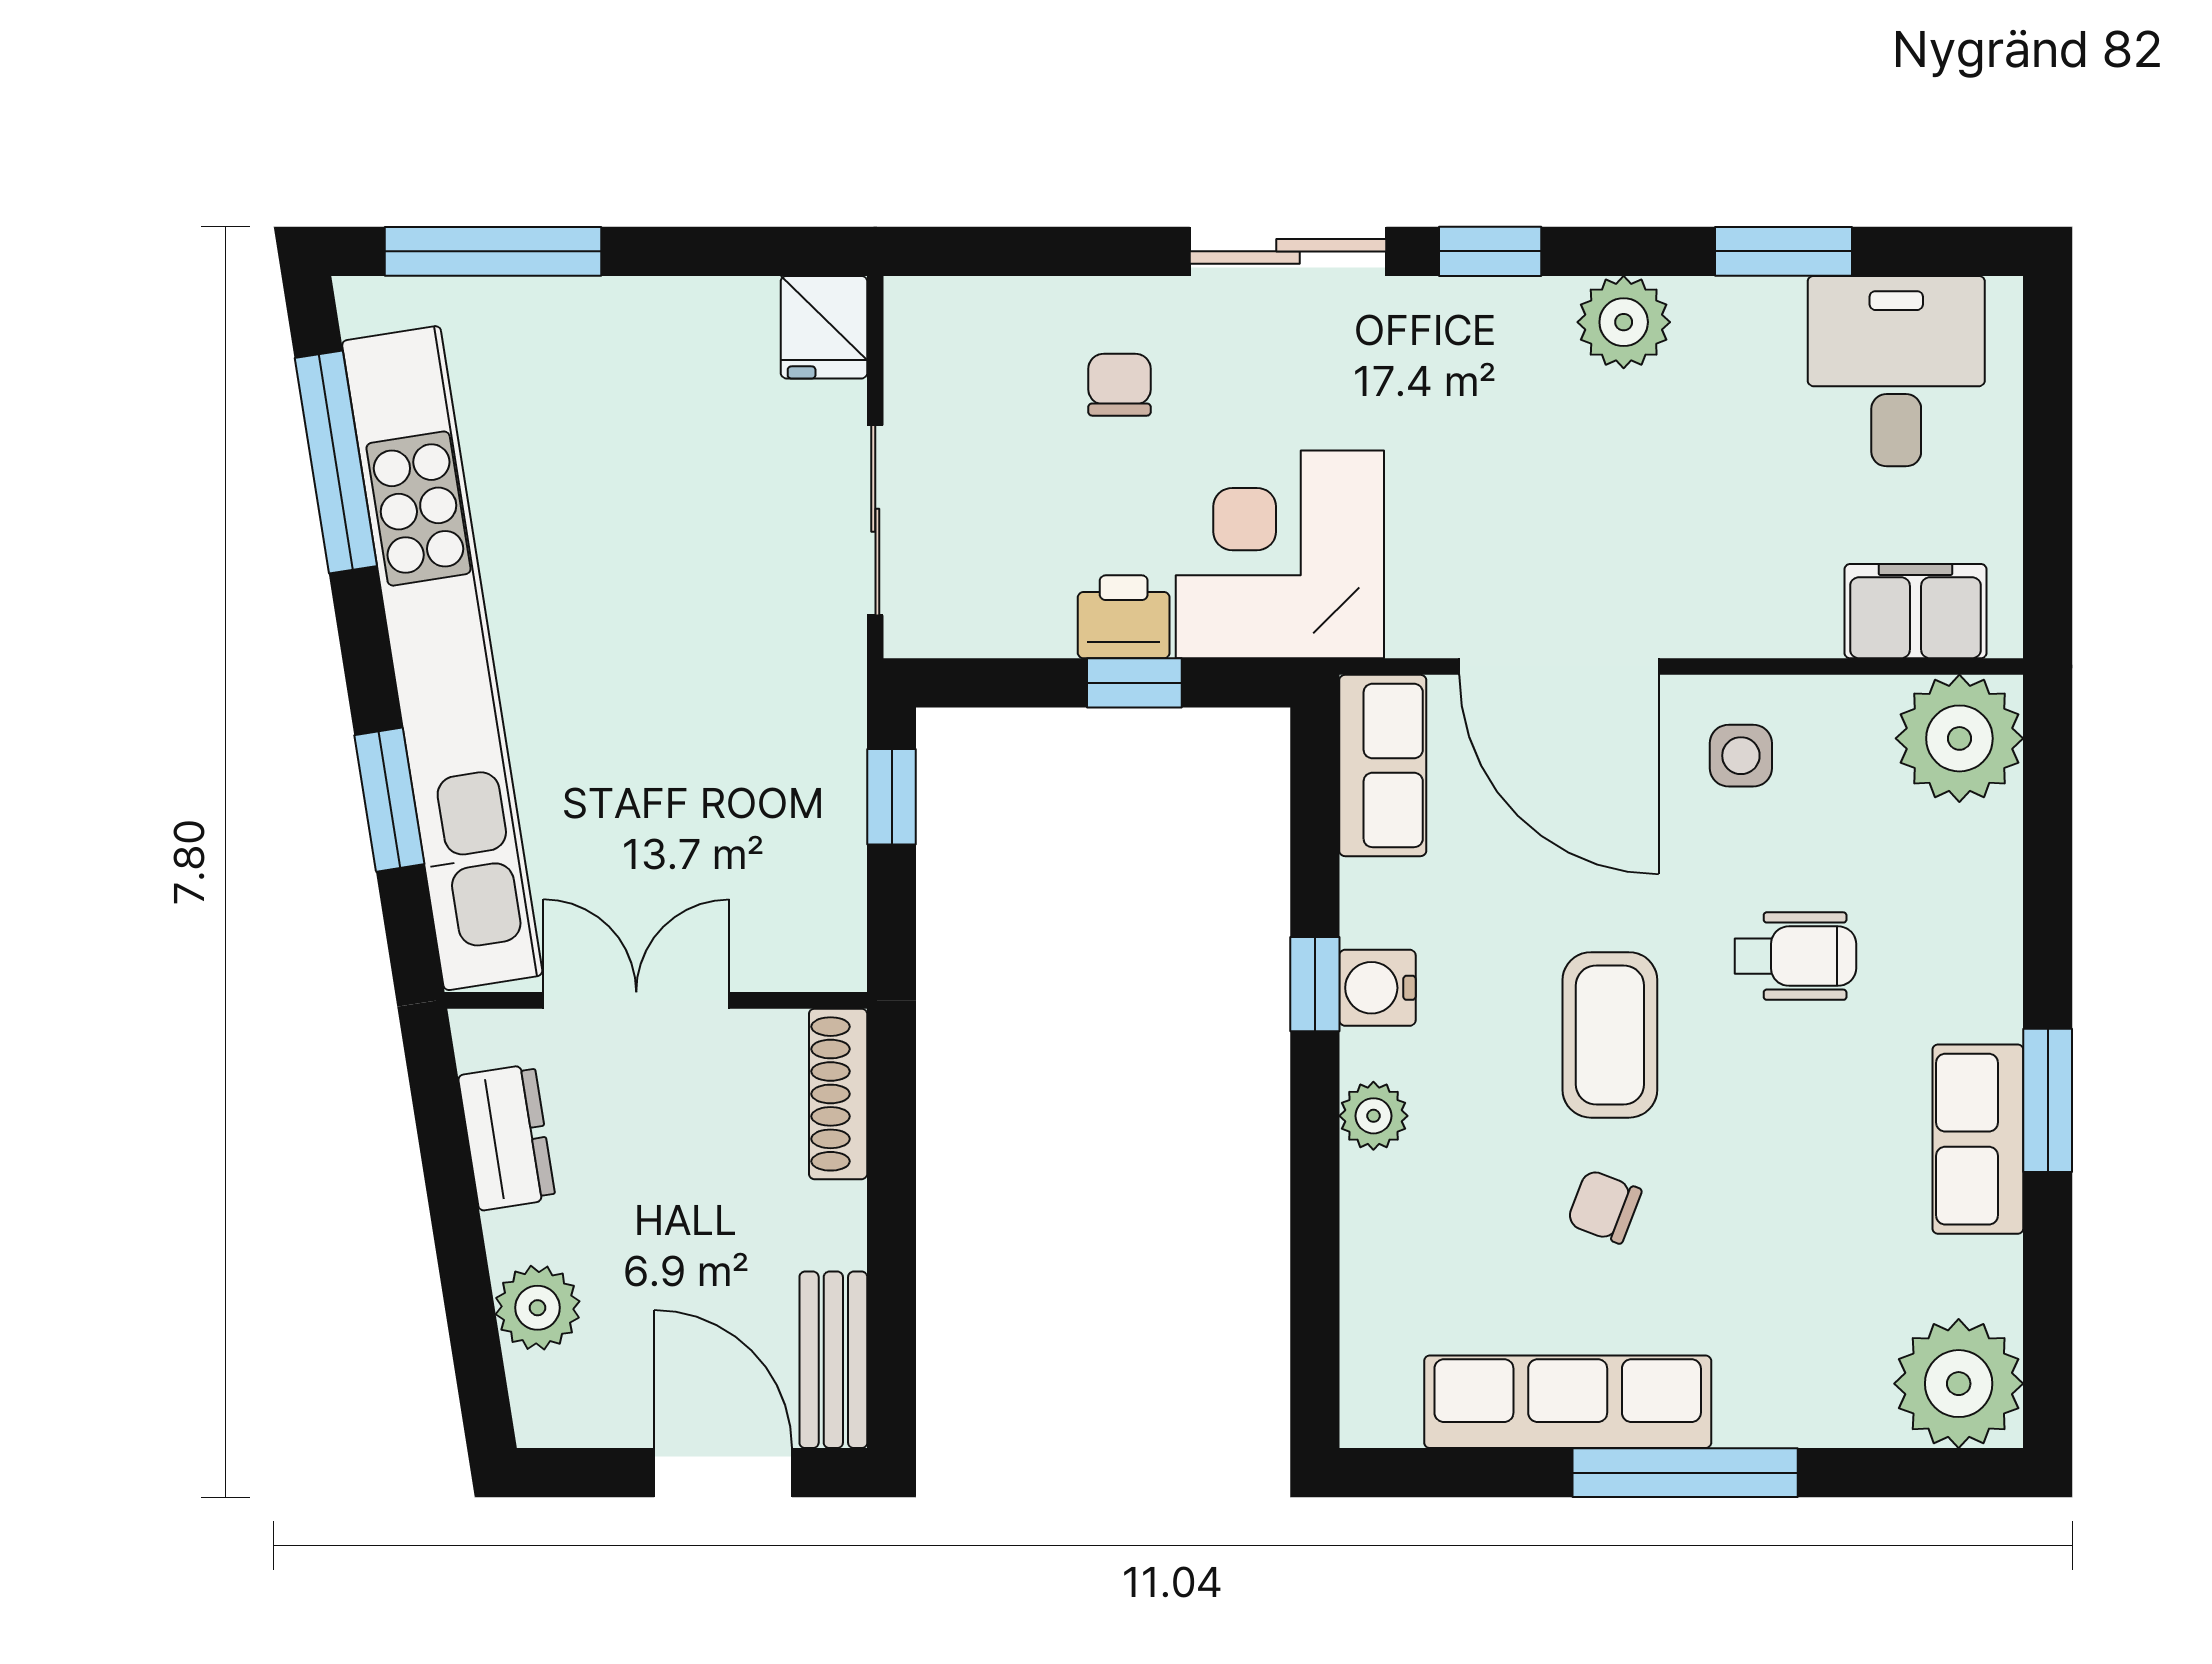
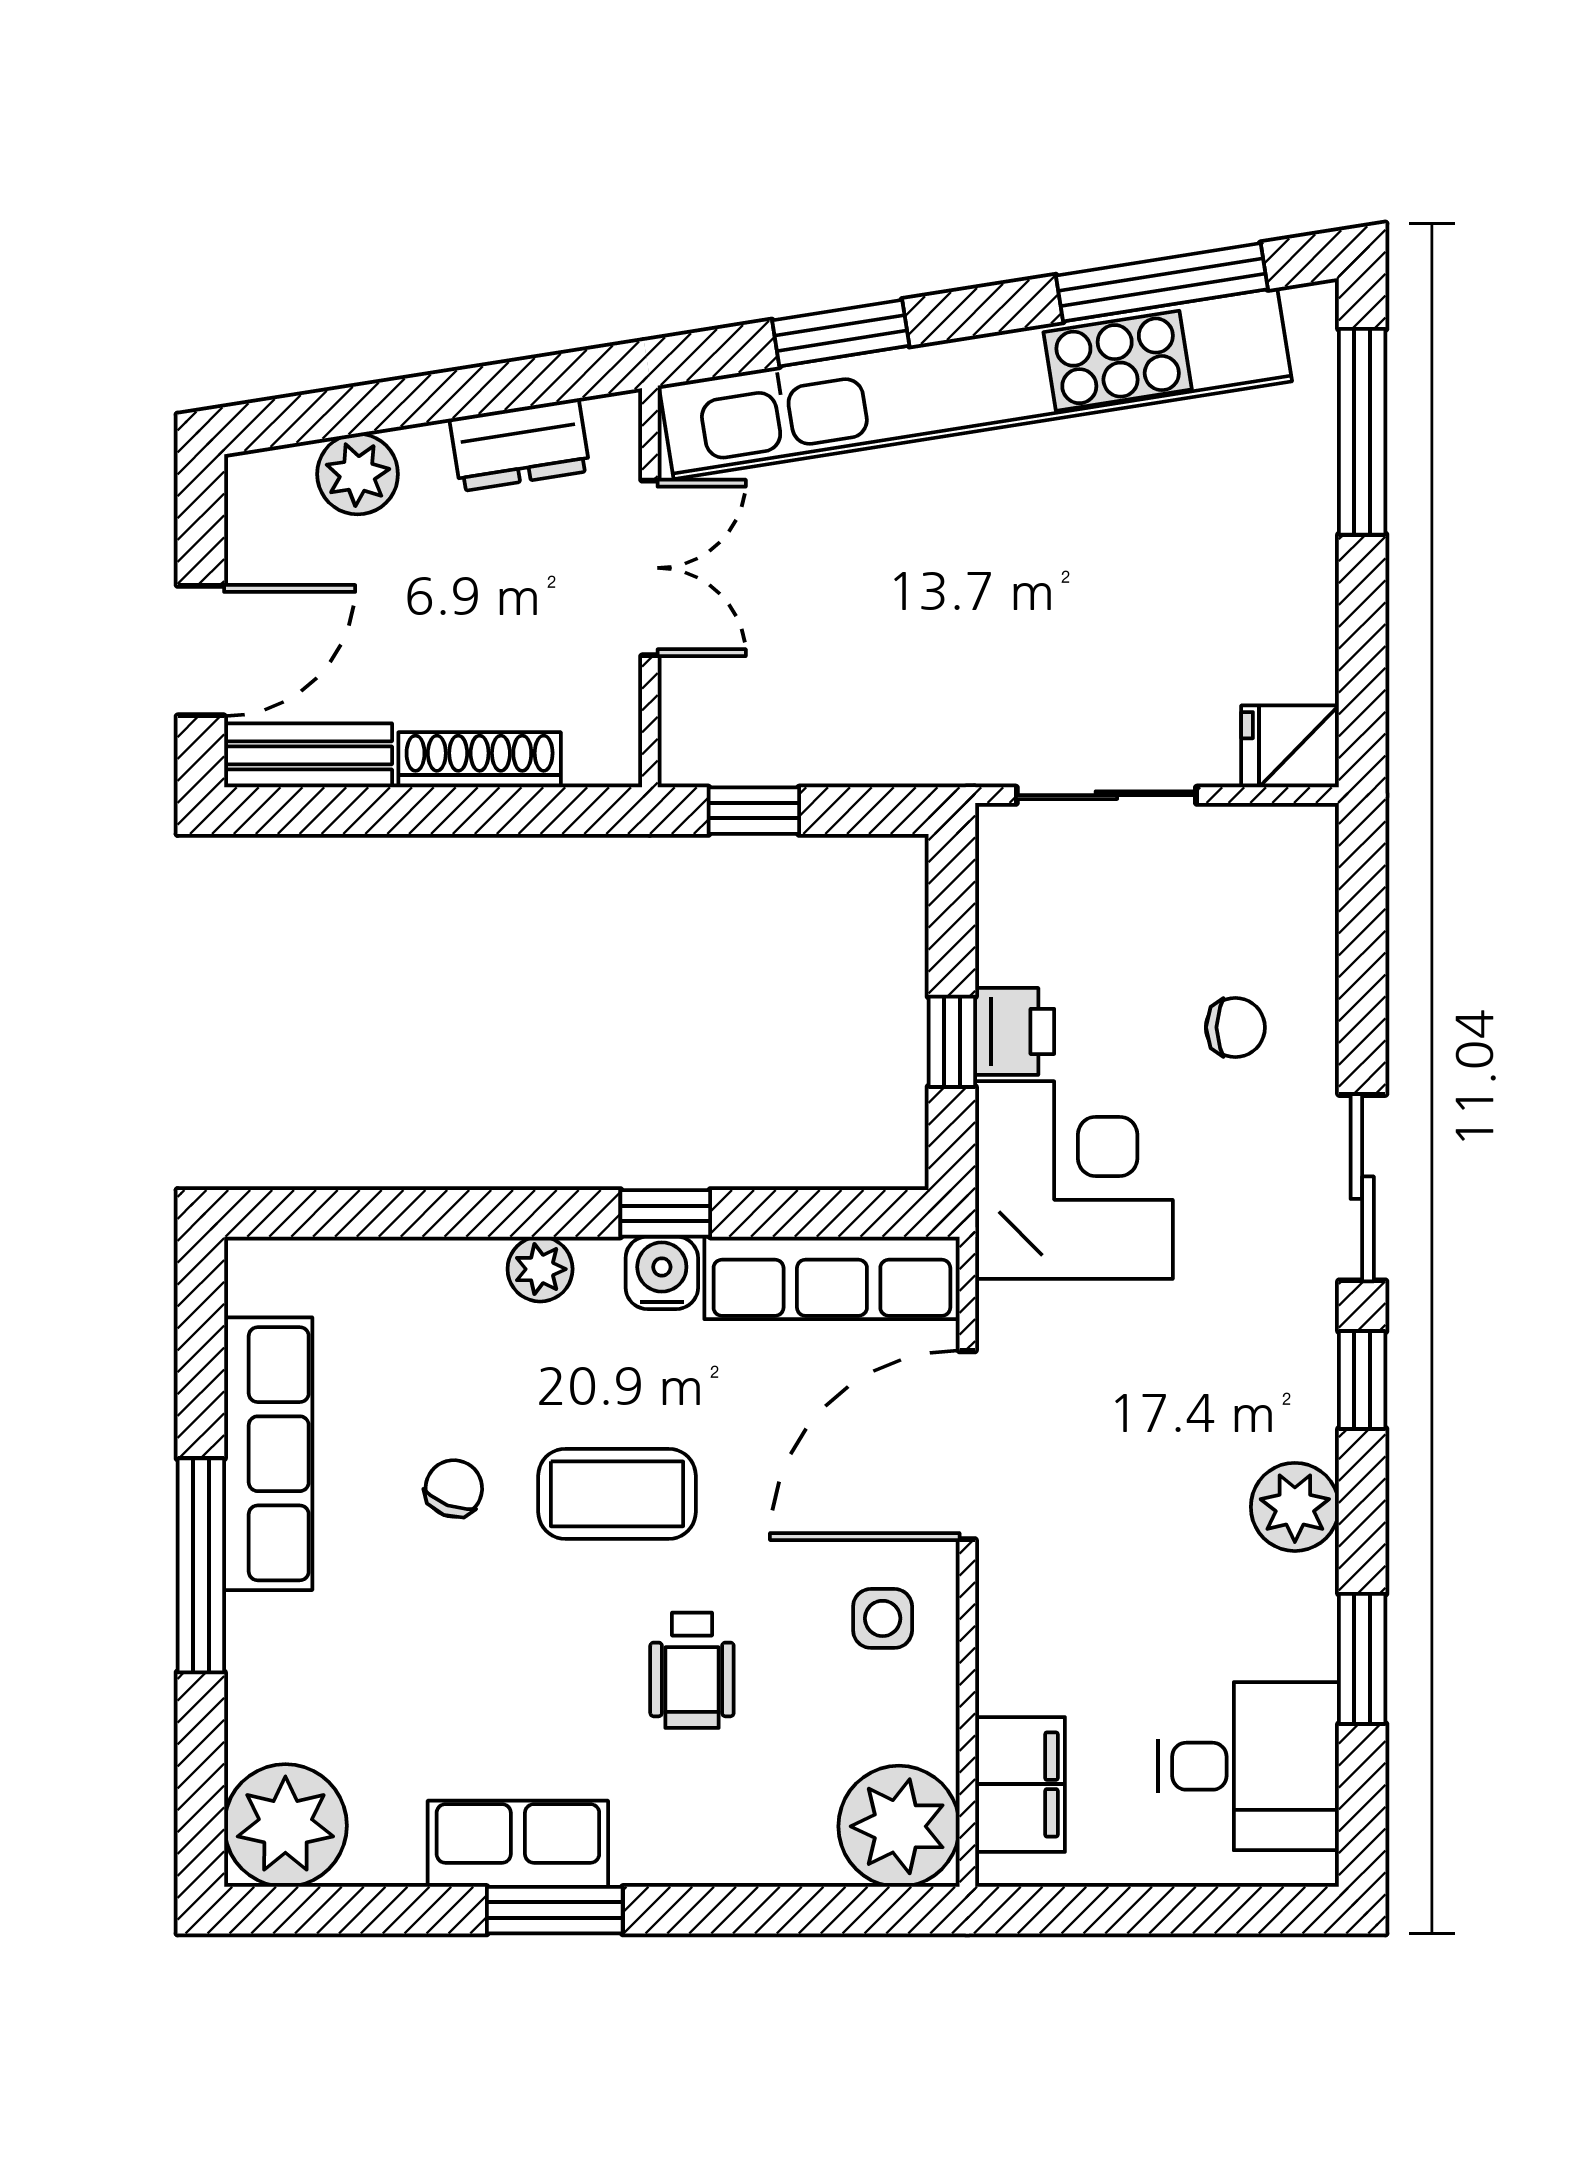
row of seats: (1383, 765) -> (832, 1278), width x1.48
window: (892, 797) -> (754, 811), moved
shoe rack: (838, 1094) -> (480, 760), moved

